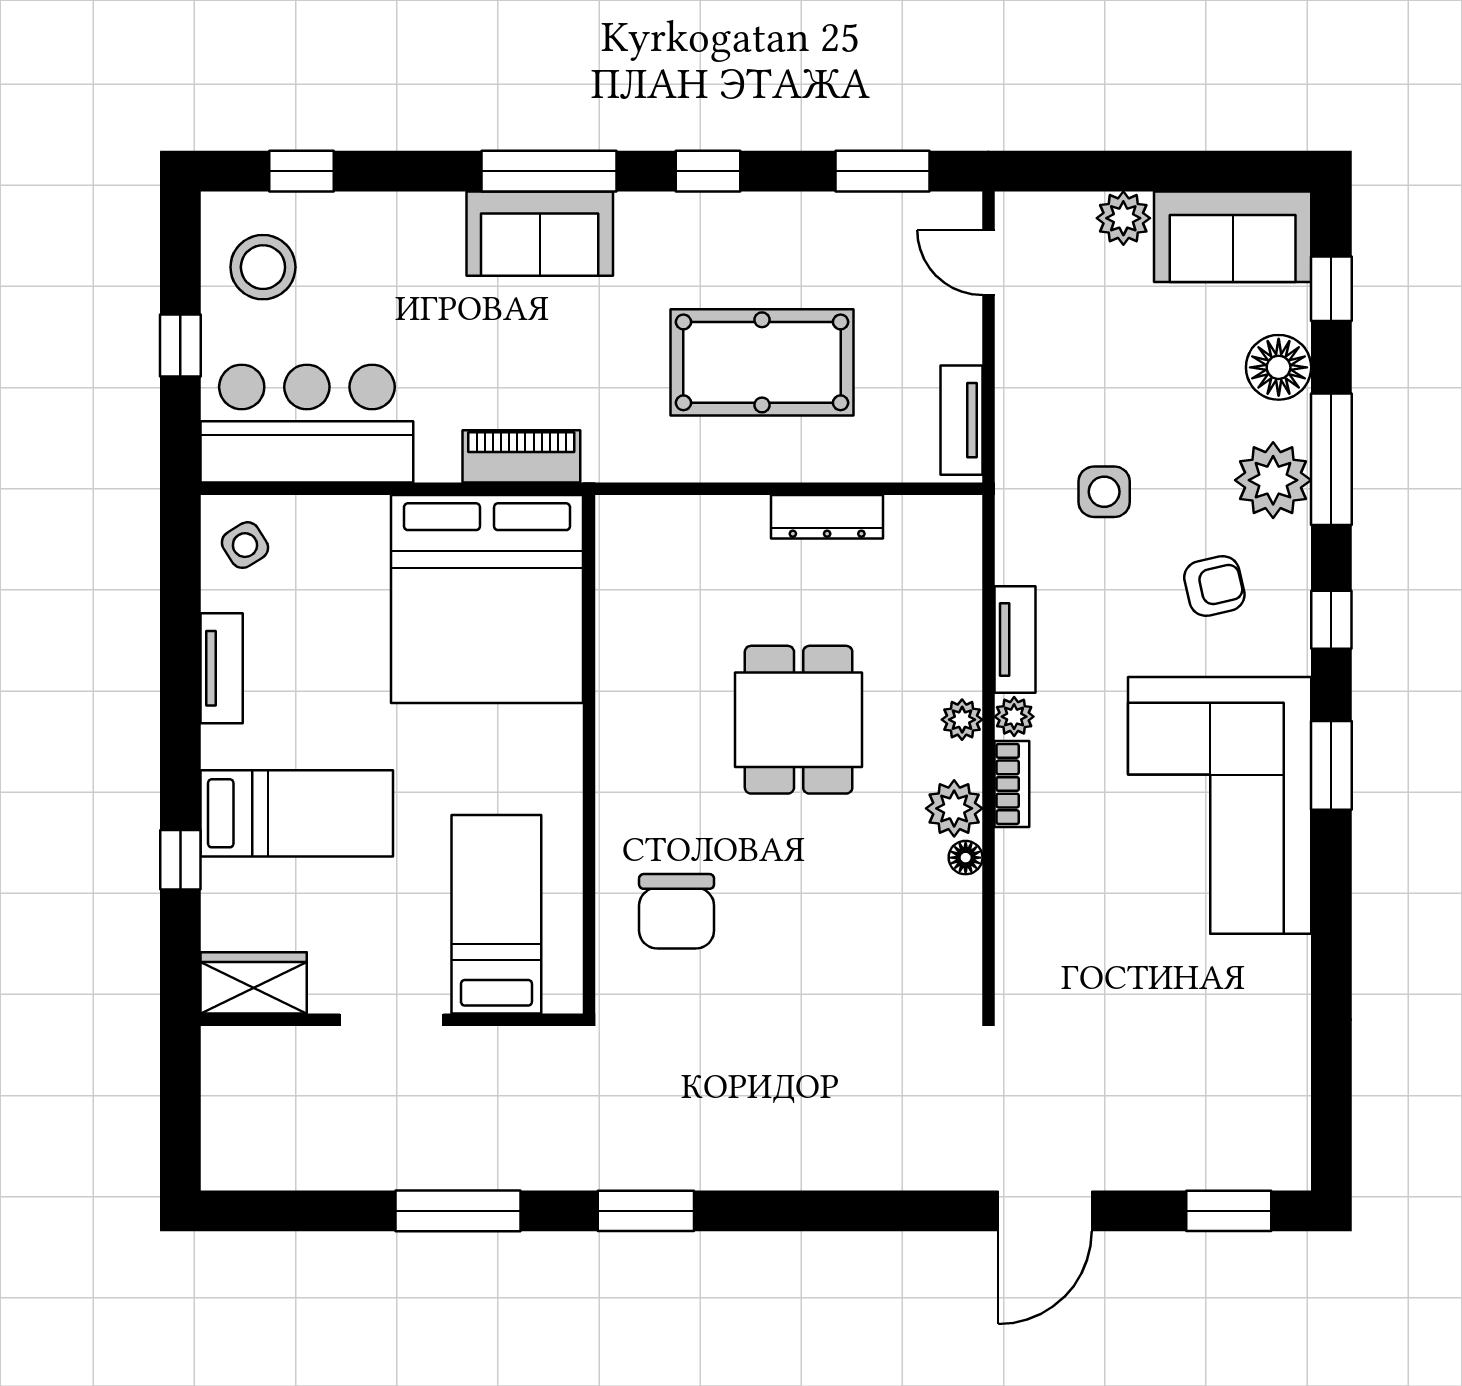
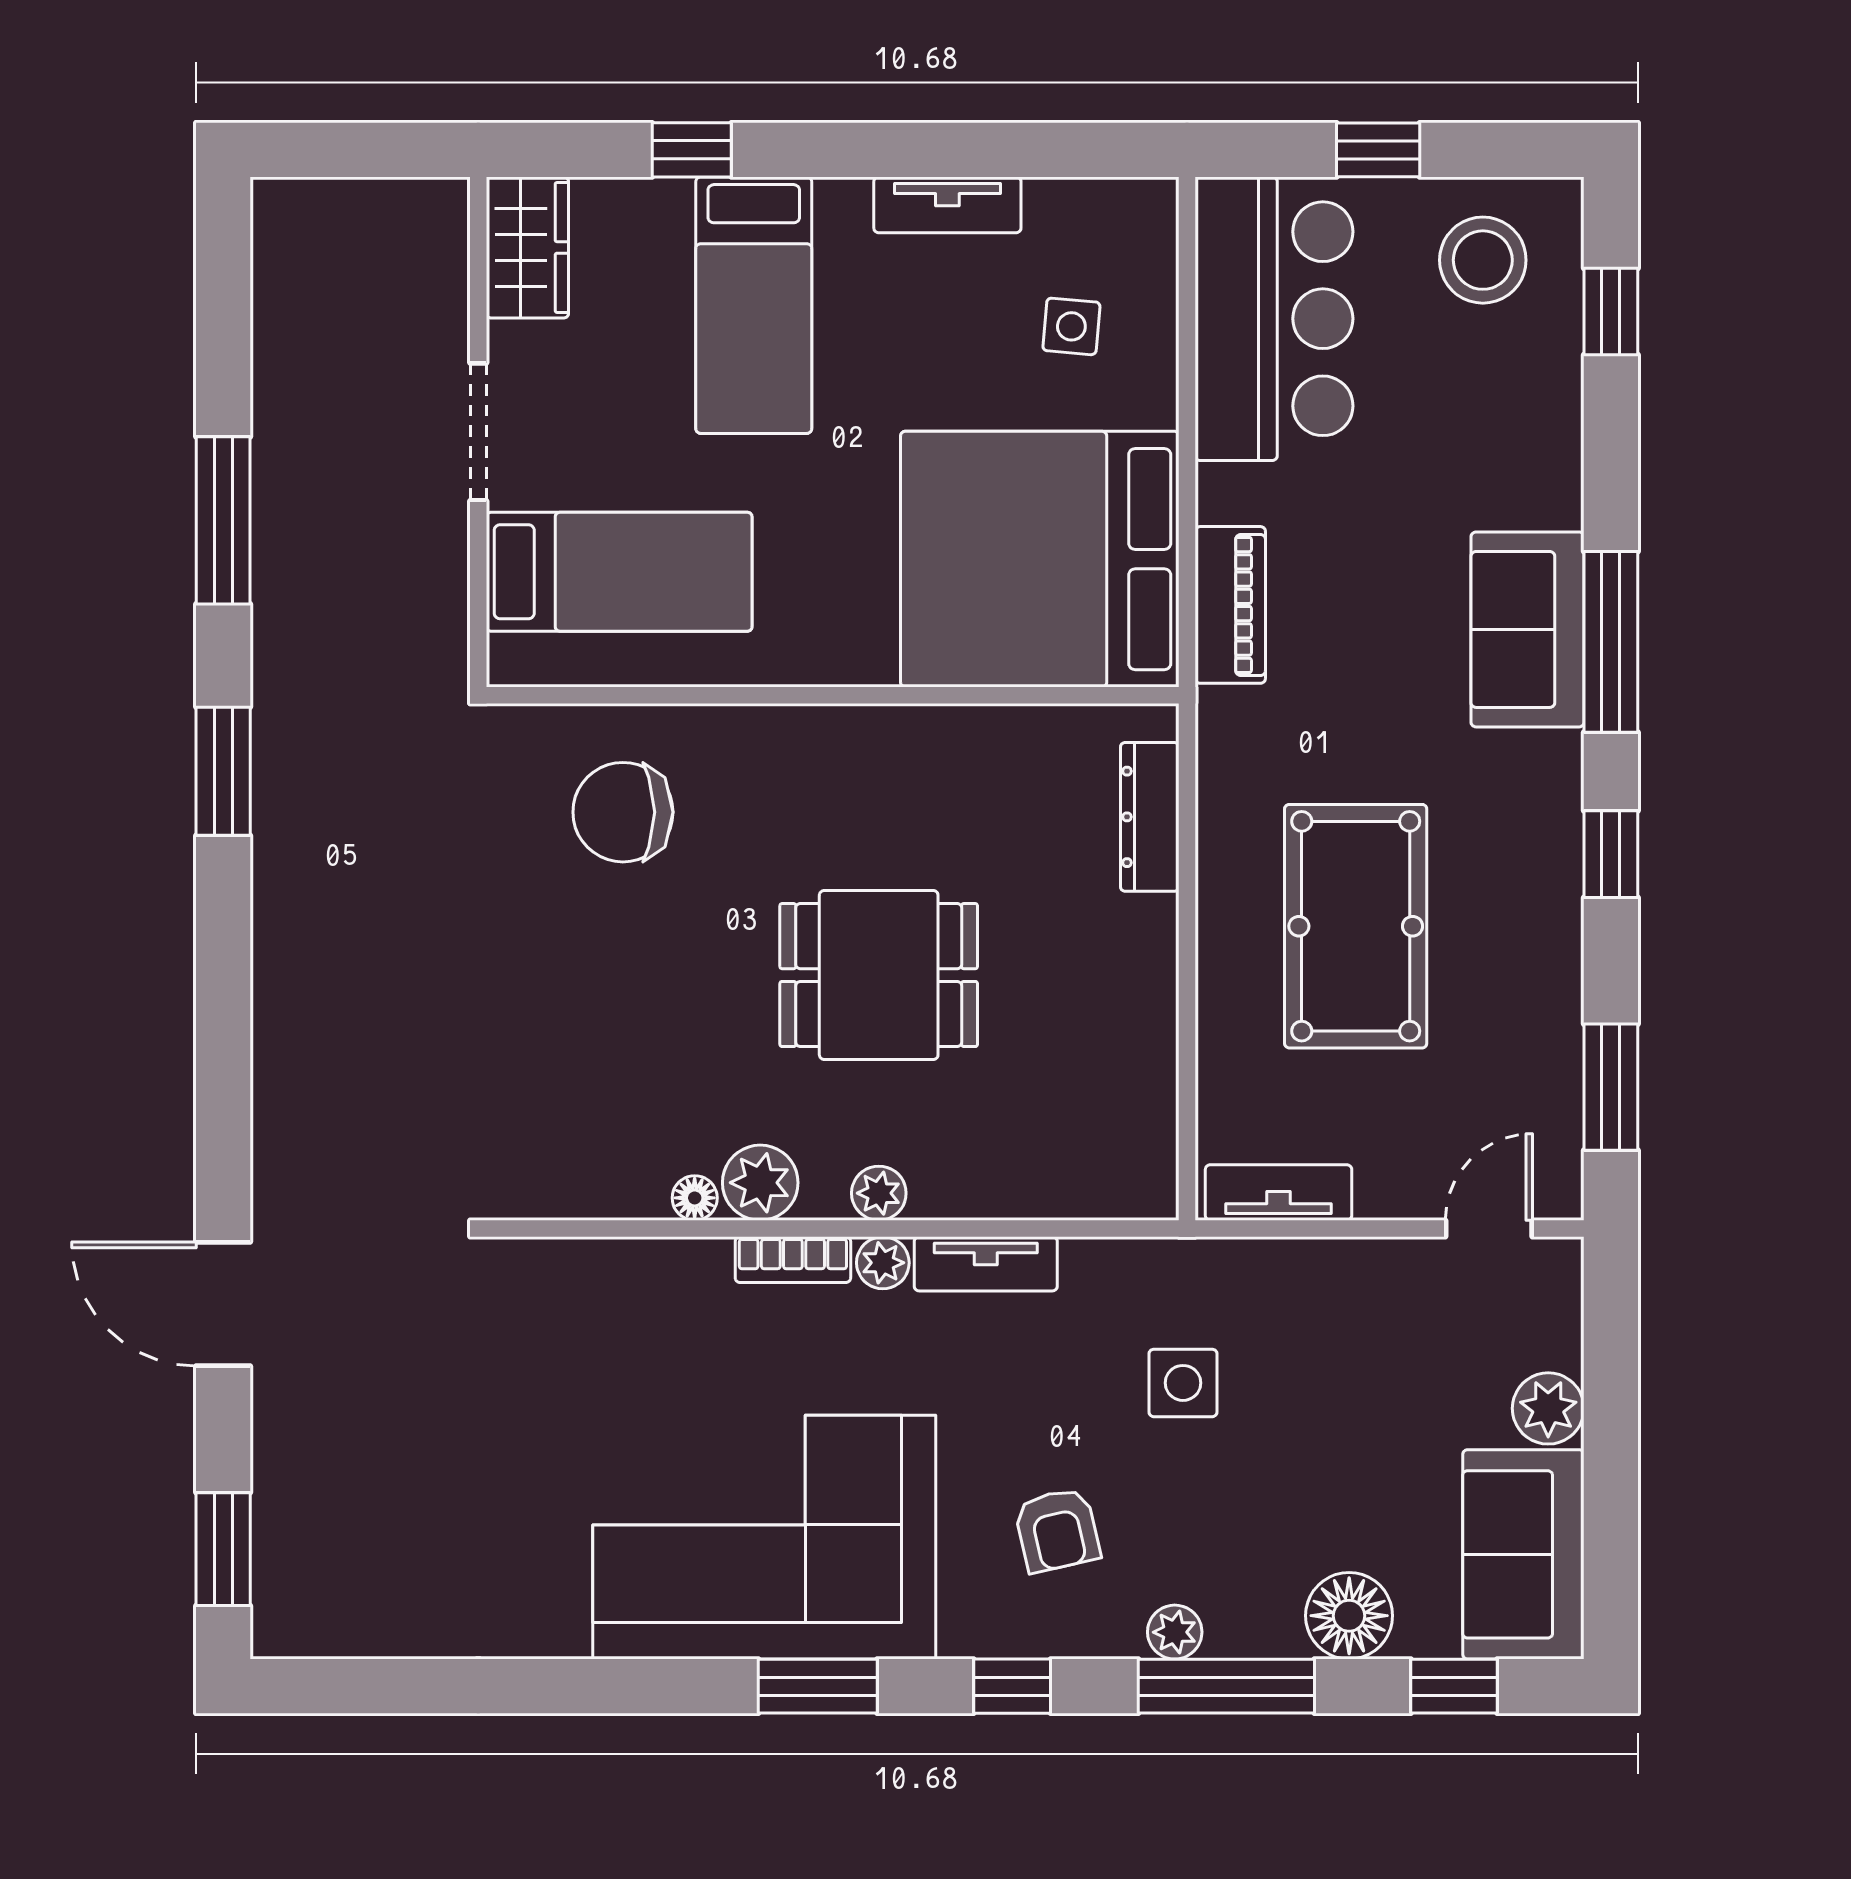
plant: (1273, 480) -> (1175, 1632), width x0.53, depth x0.53
dresser: (827, 517) -> (1150, 817), moved
side table: (245, 545) -> (1071, 326), moved, turned 37

